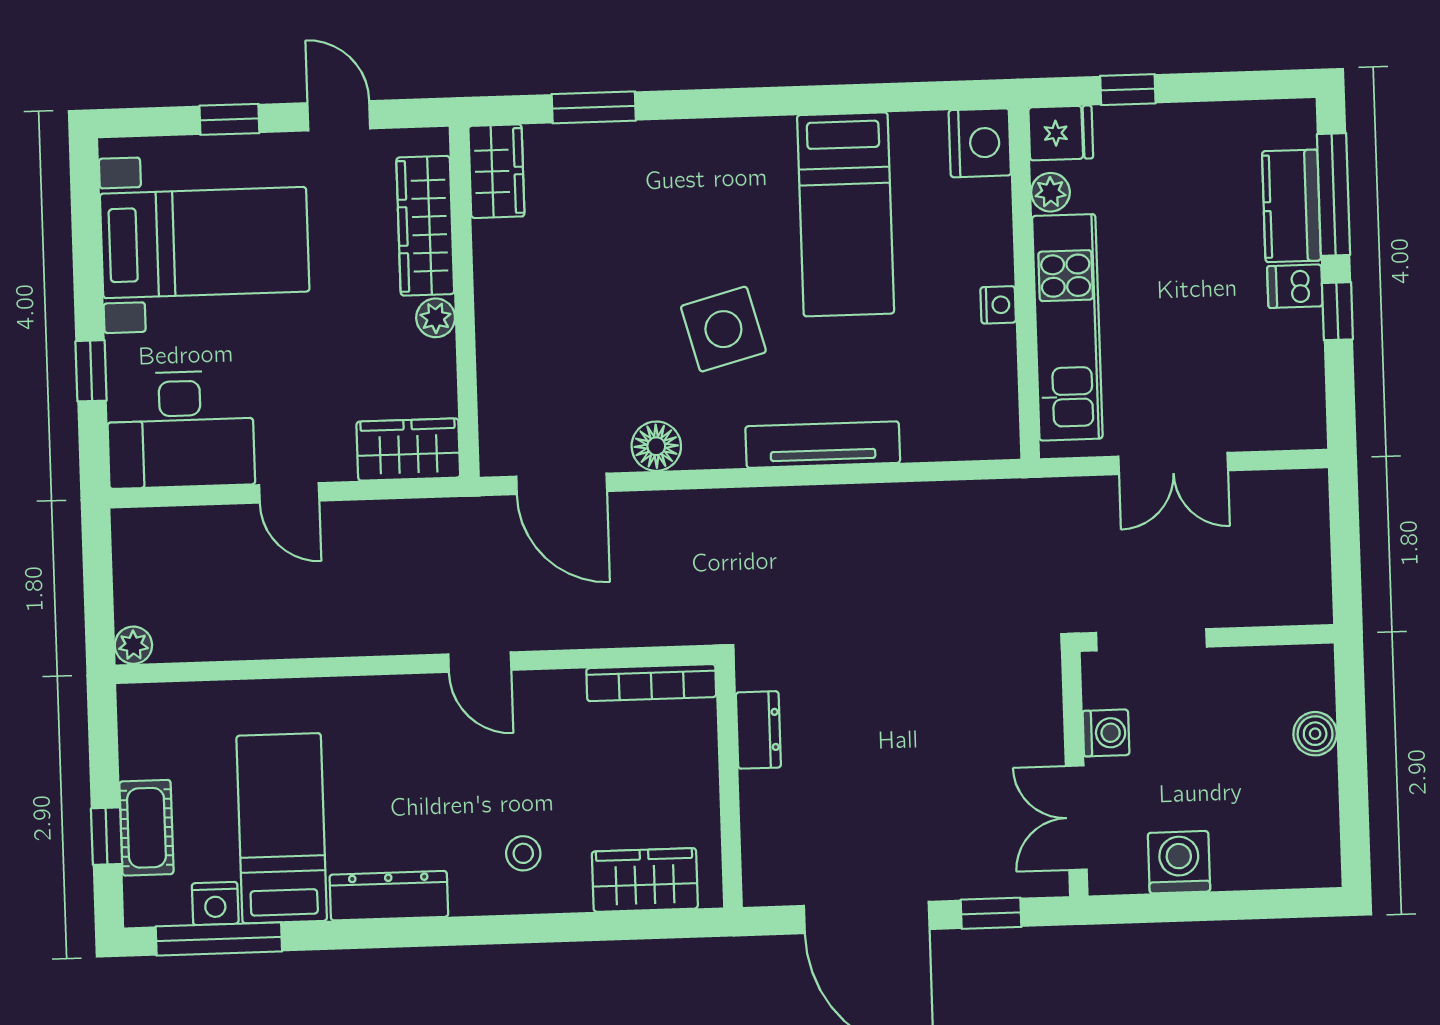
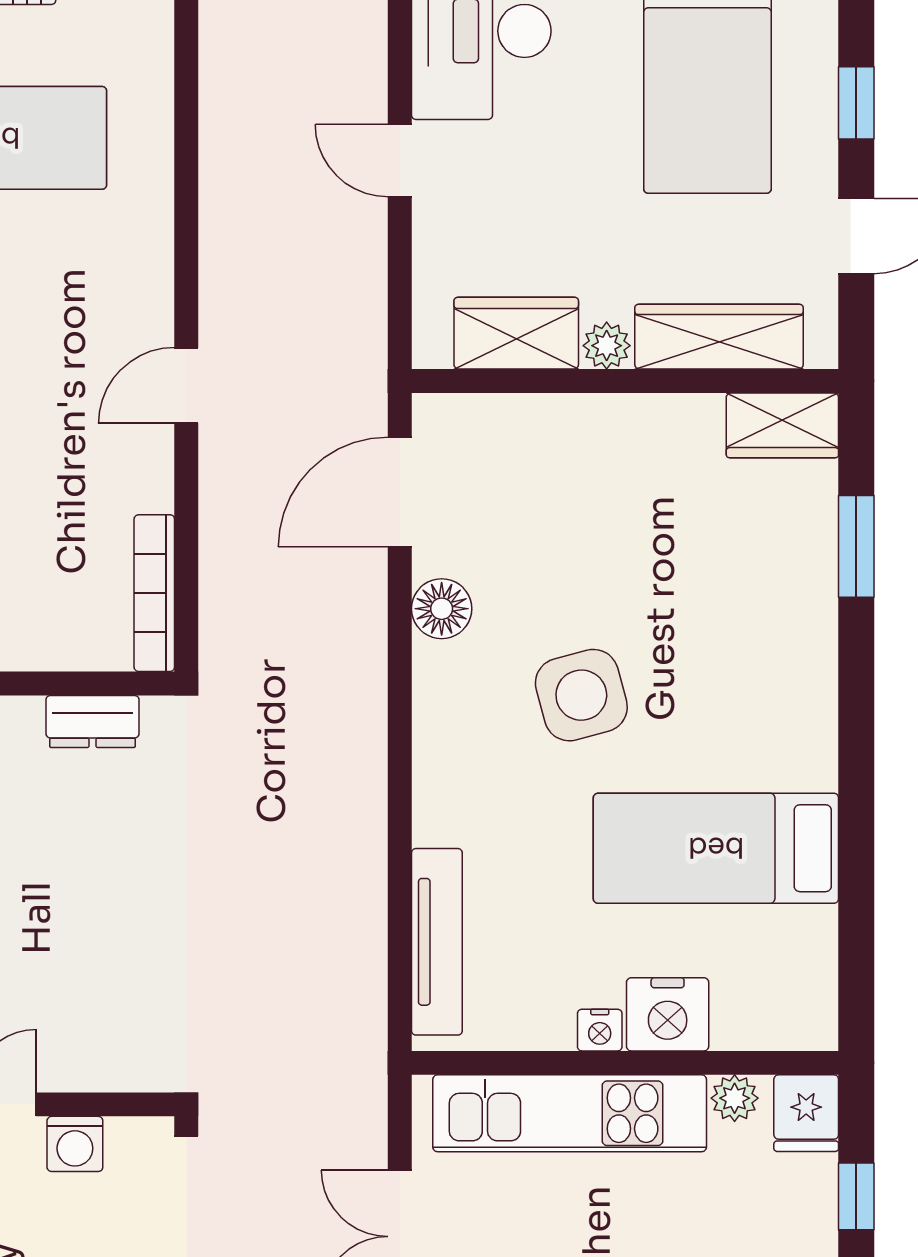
nightstand: (980, 143) -> (668, 1014), moved
tv unit: (823, 445) -> (437, 942), moved
wardrobe: (408, 450) -> (516, 333), moved, turned -90
door: (289, 493) -> (400, 161), hinge flipped

